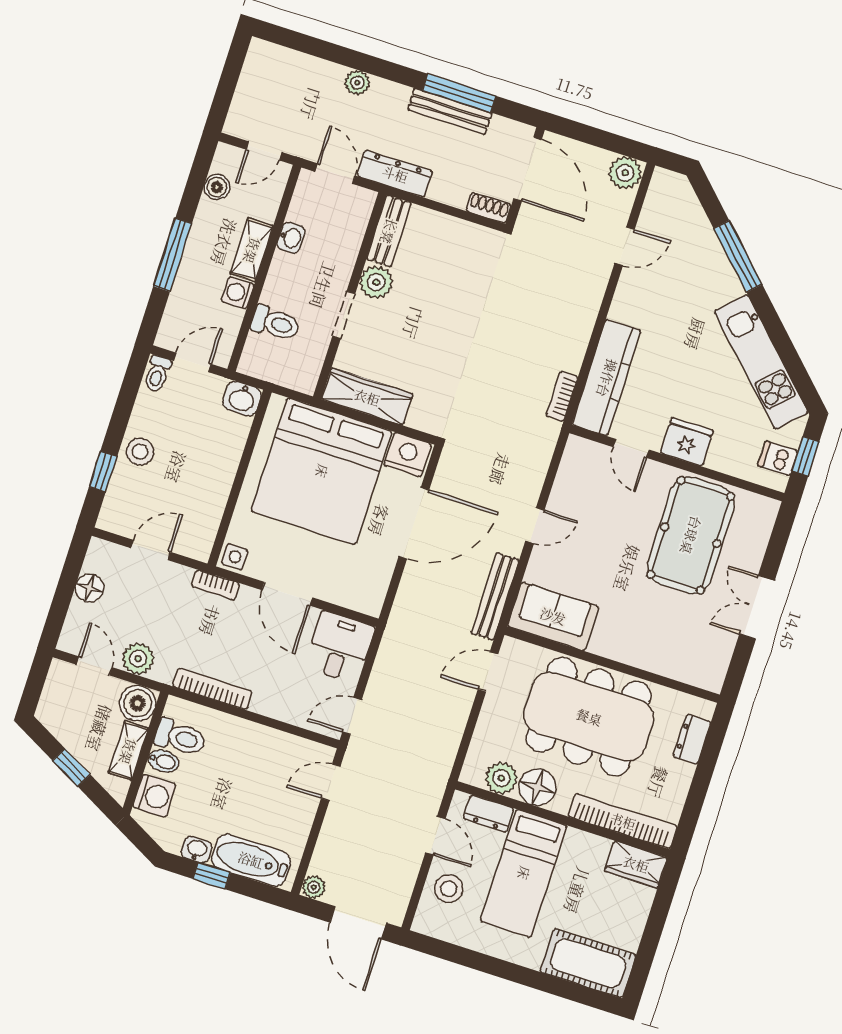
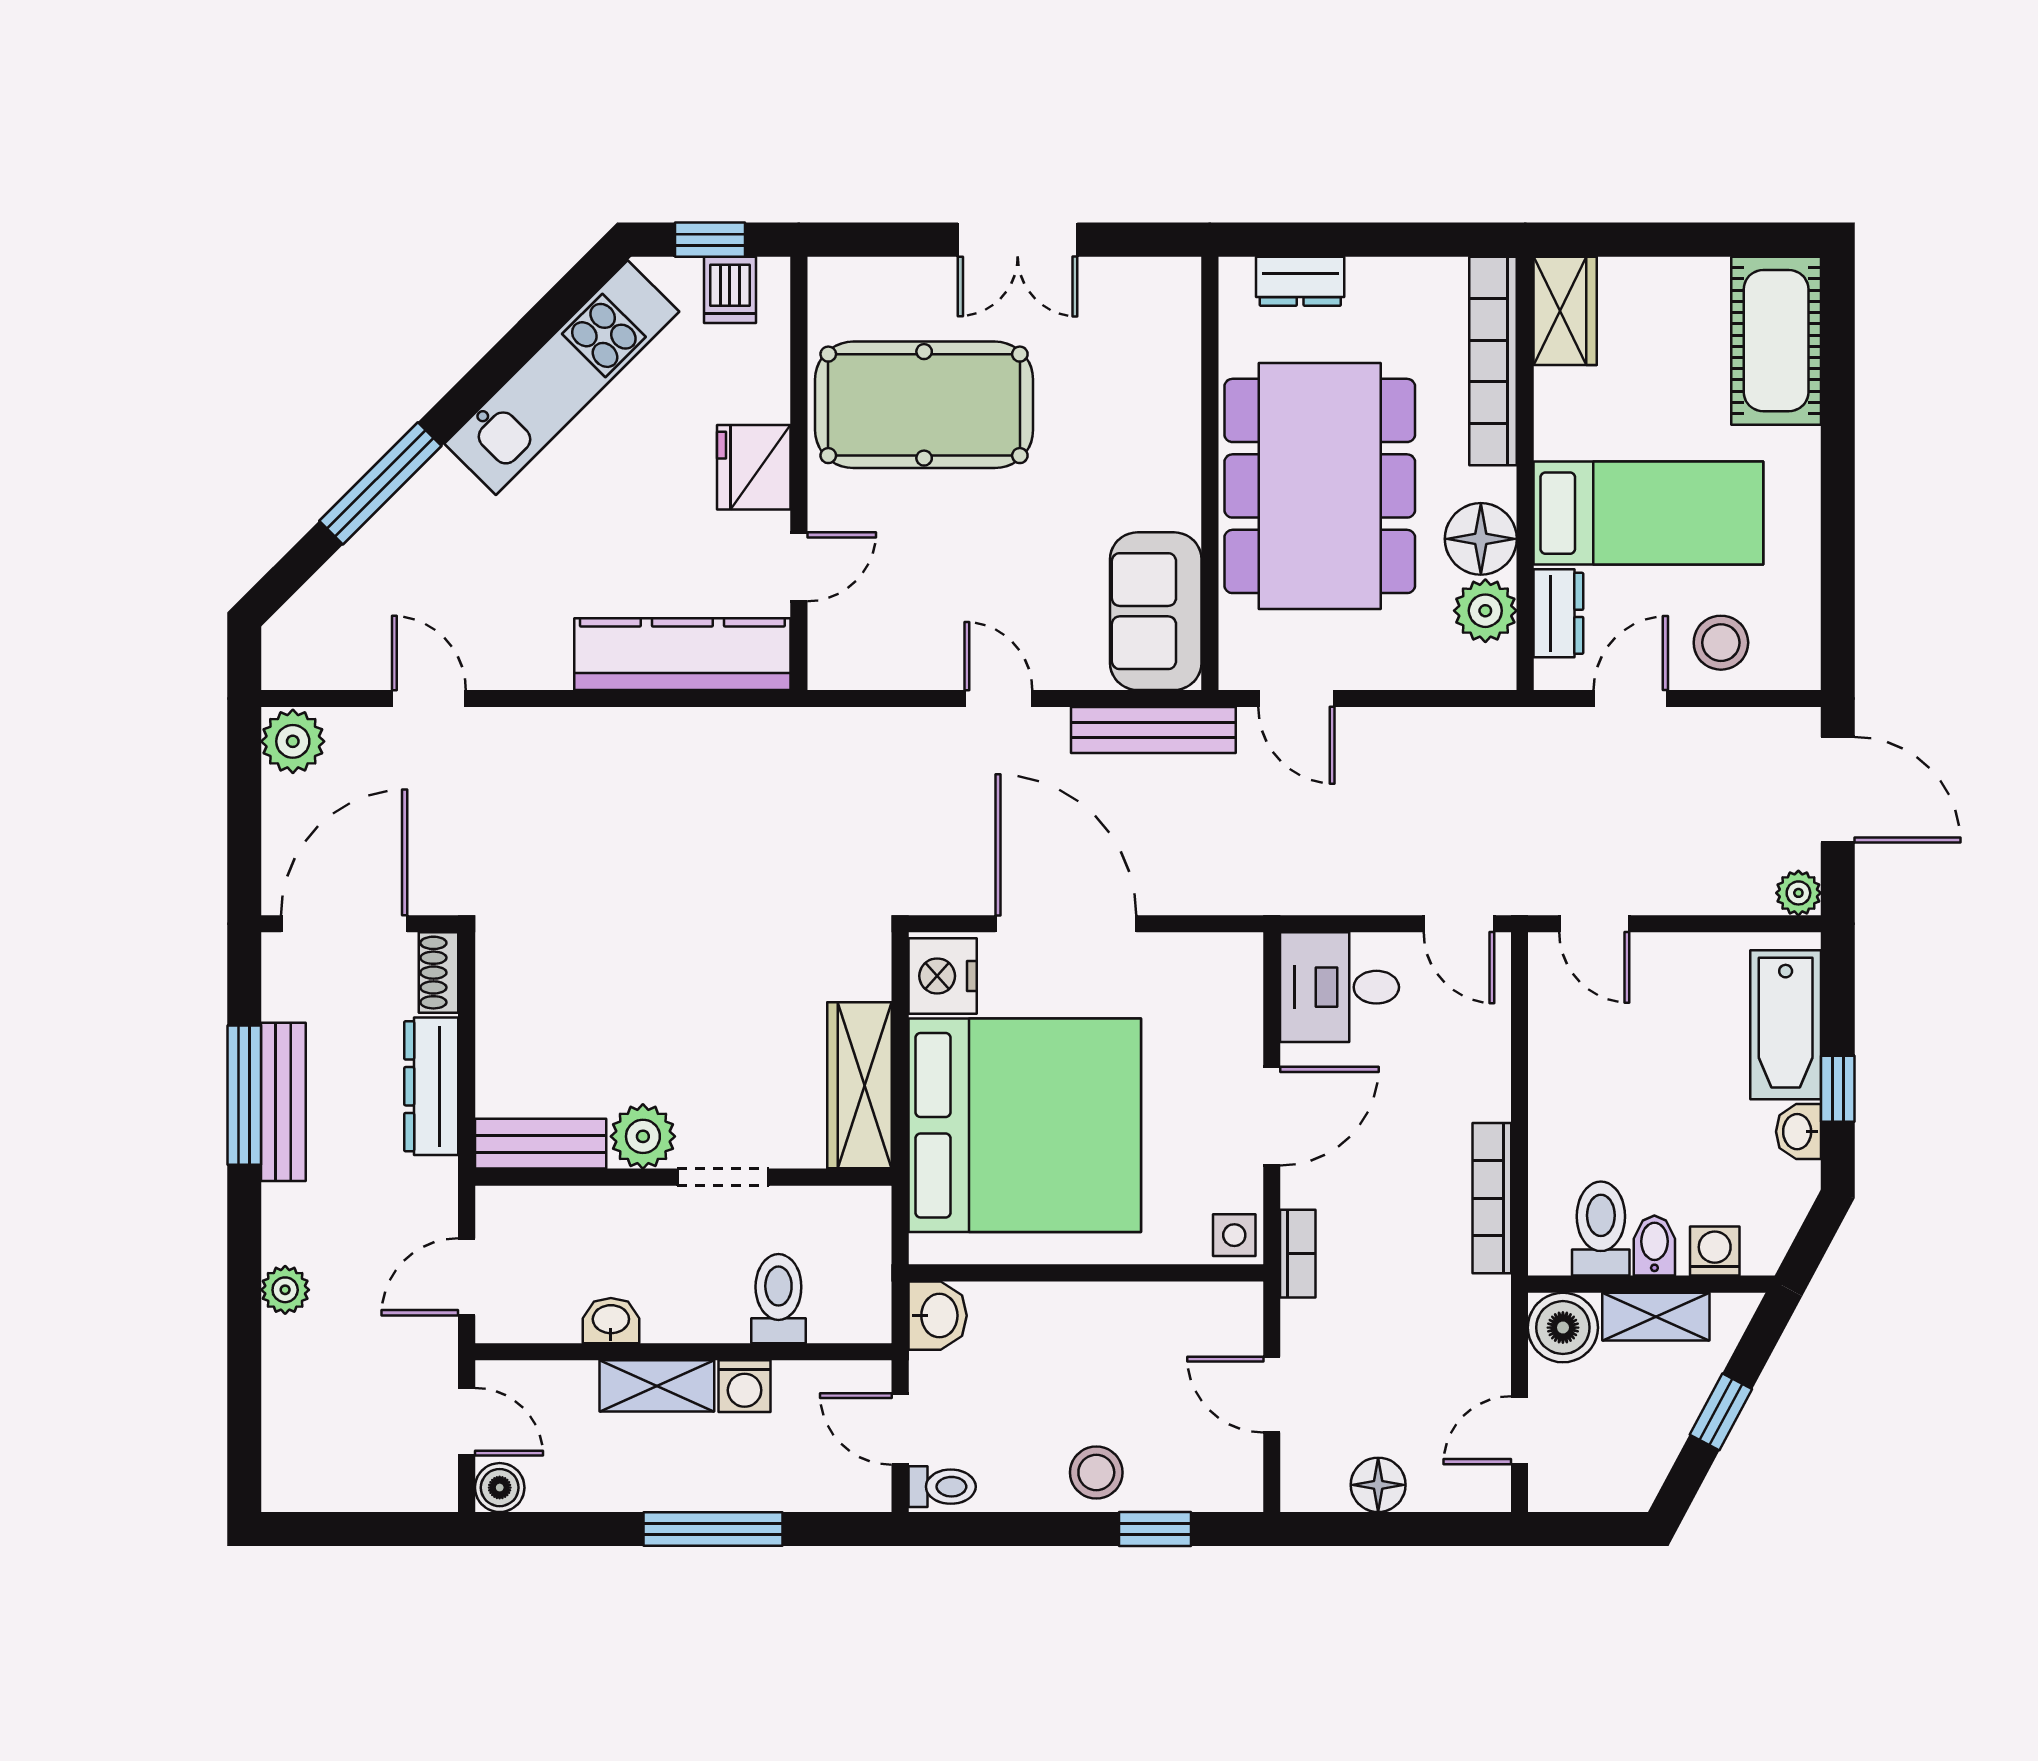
dresser: (395, 174) -> (431, 1086), moved
boiler: (217, 187) -> (500, 1488), moved
bookcase: (562, 396) -> (743, 725), removed
plant: (138, 659) -> (1480, 1353), removed
washing machine: (154, 796) -> (1715, 1251), width x0.73, depth x0.73
door: (358, 923) -> (1838, 790), hinge flipped

